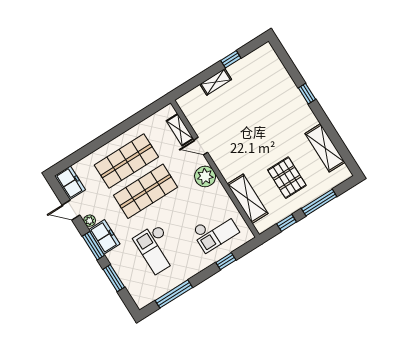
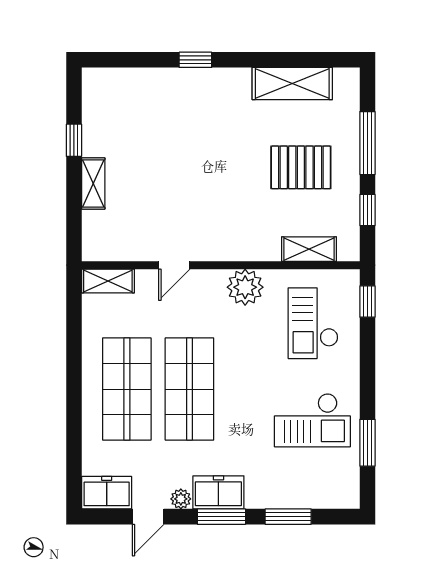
shelving: (180, 130) -> (108, 281), moved
plant: (205, 176) -> (245, 287), moved
shelving: (248, 199) -> (309, 249), width x0.67, depth x0.75
checkout: (215, 231) -> (313, 323), turned 180
checkout: (157, 249) -> (312, 420), moved
window: (226, 261) -> (367, 302), moved
window: (174, 294) -> (367, 443), width x0.69

